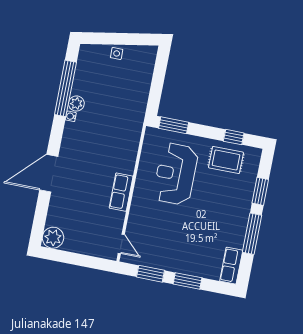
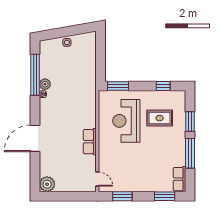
rug: (226, 160) -> (160, 118), moved
window: (188, 281) -> (165, 196), moved

